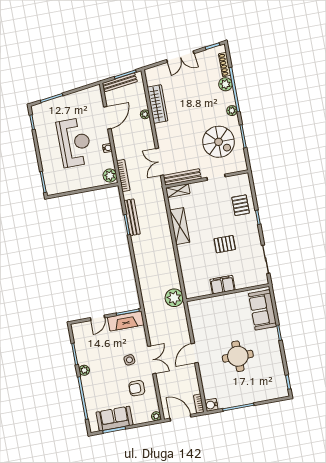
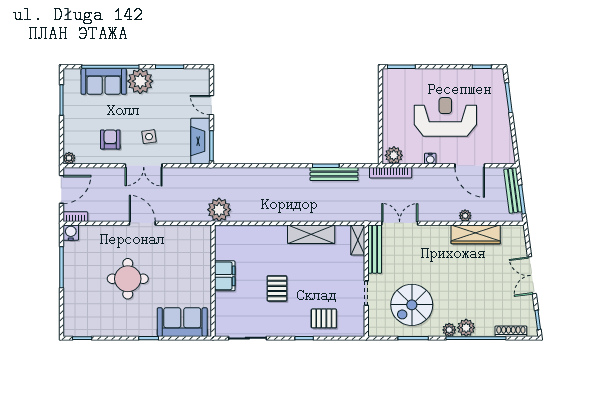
plant: (225, 84) -> (466, 328), moved
reception desk: (74, 143) -> (445, 117), turned 180
plant: (84, 370) -> (140, 81), width x1.88, depth x1.88
sofa: (114, 419) -> (104, 81), moved, turned 90

